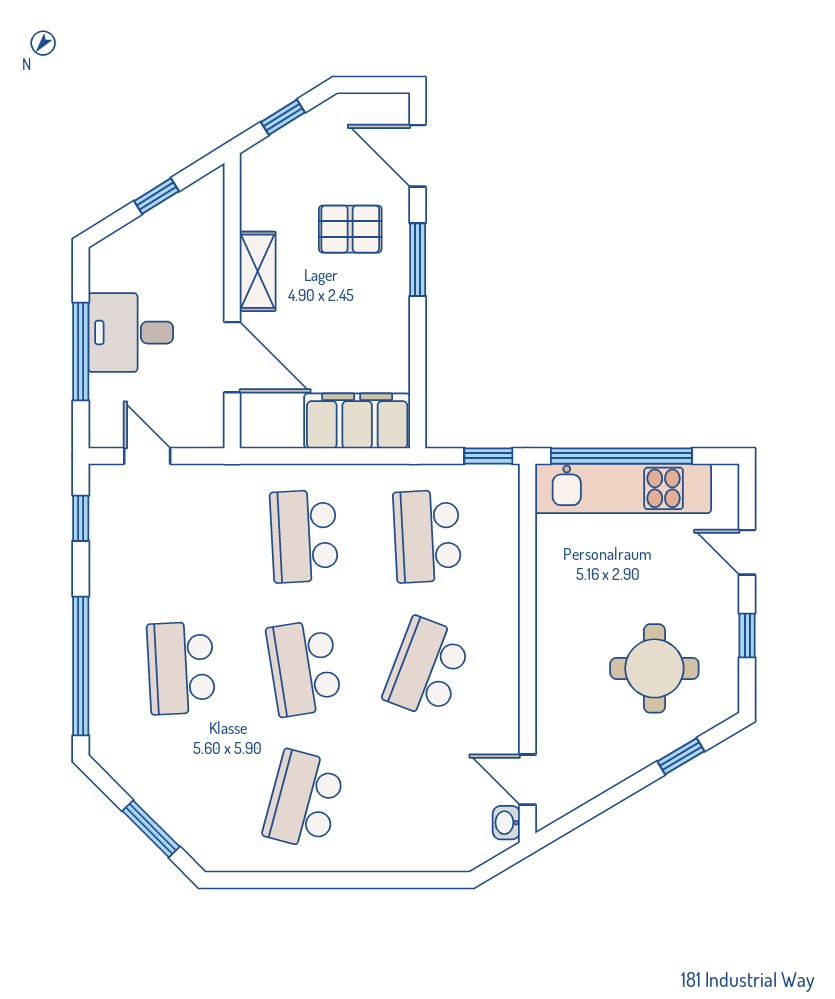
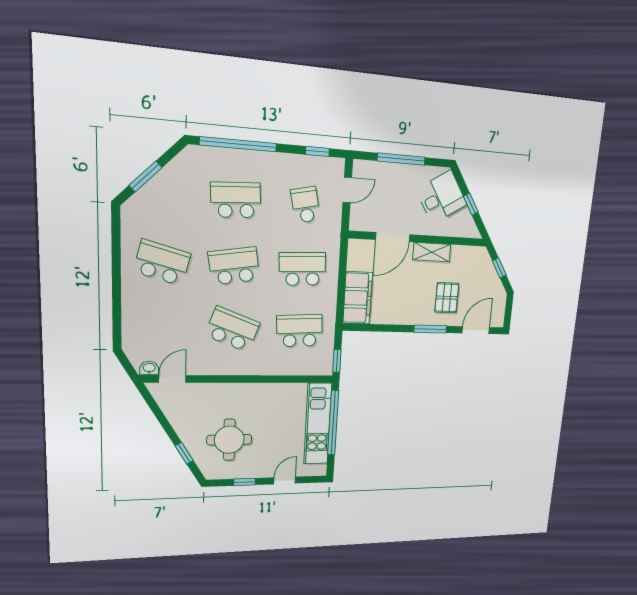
desk: (131, 333) -> (441, 197), moved, turned 58
school desk: (181, 536) -> (306, 205), added

